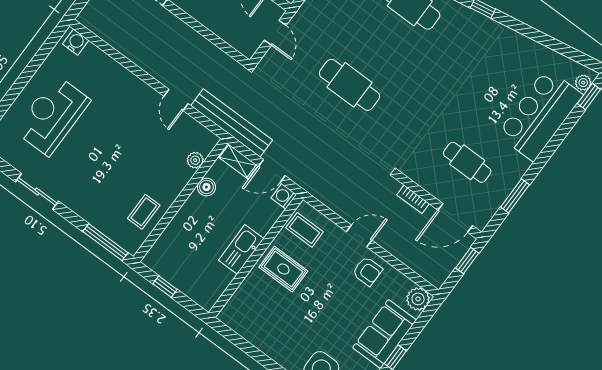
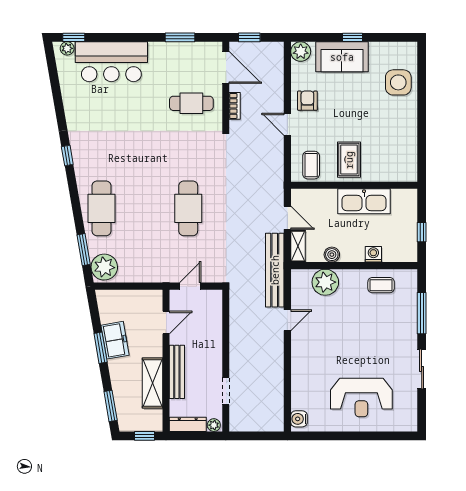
plant: (195, 160) -> (325, 282), width x1.87, depth x1.87
cafe table: (467, 162) -> (191, 103), moved, turned 90
washing machine: (284, 196) -> (373, 254), moved, turned 180
window: (105, 242) -> (422, 313), moved
kitchen sink: (241, 249) -> (364, 201), width x1.36, depth x1.24

